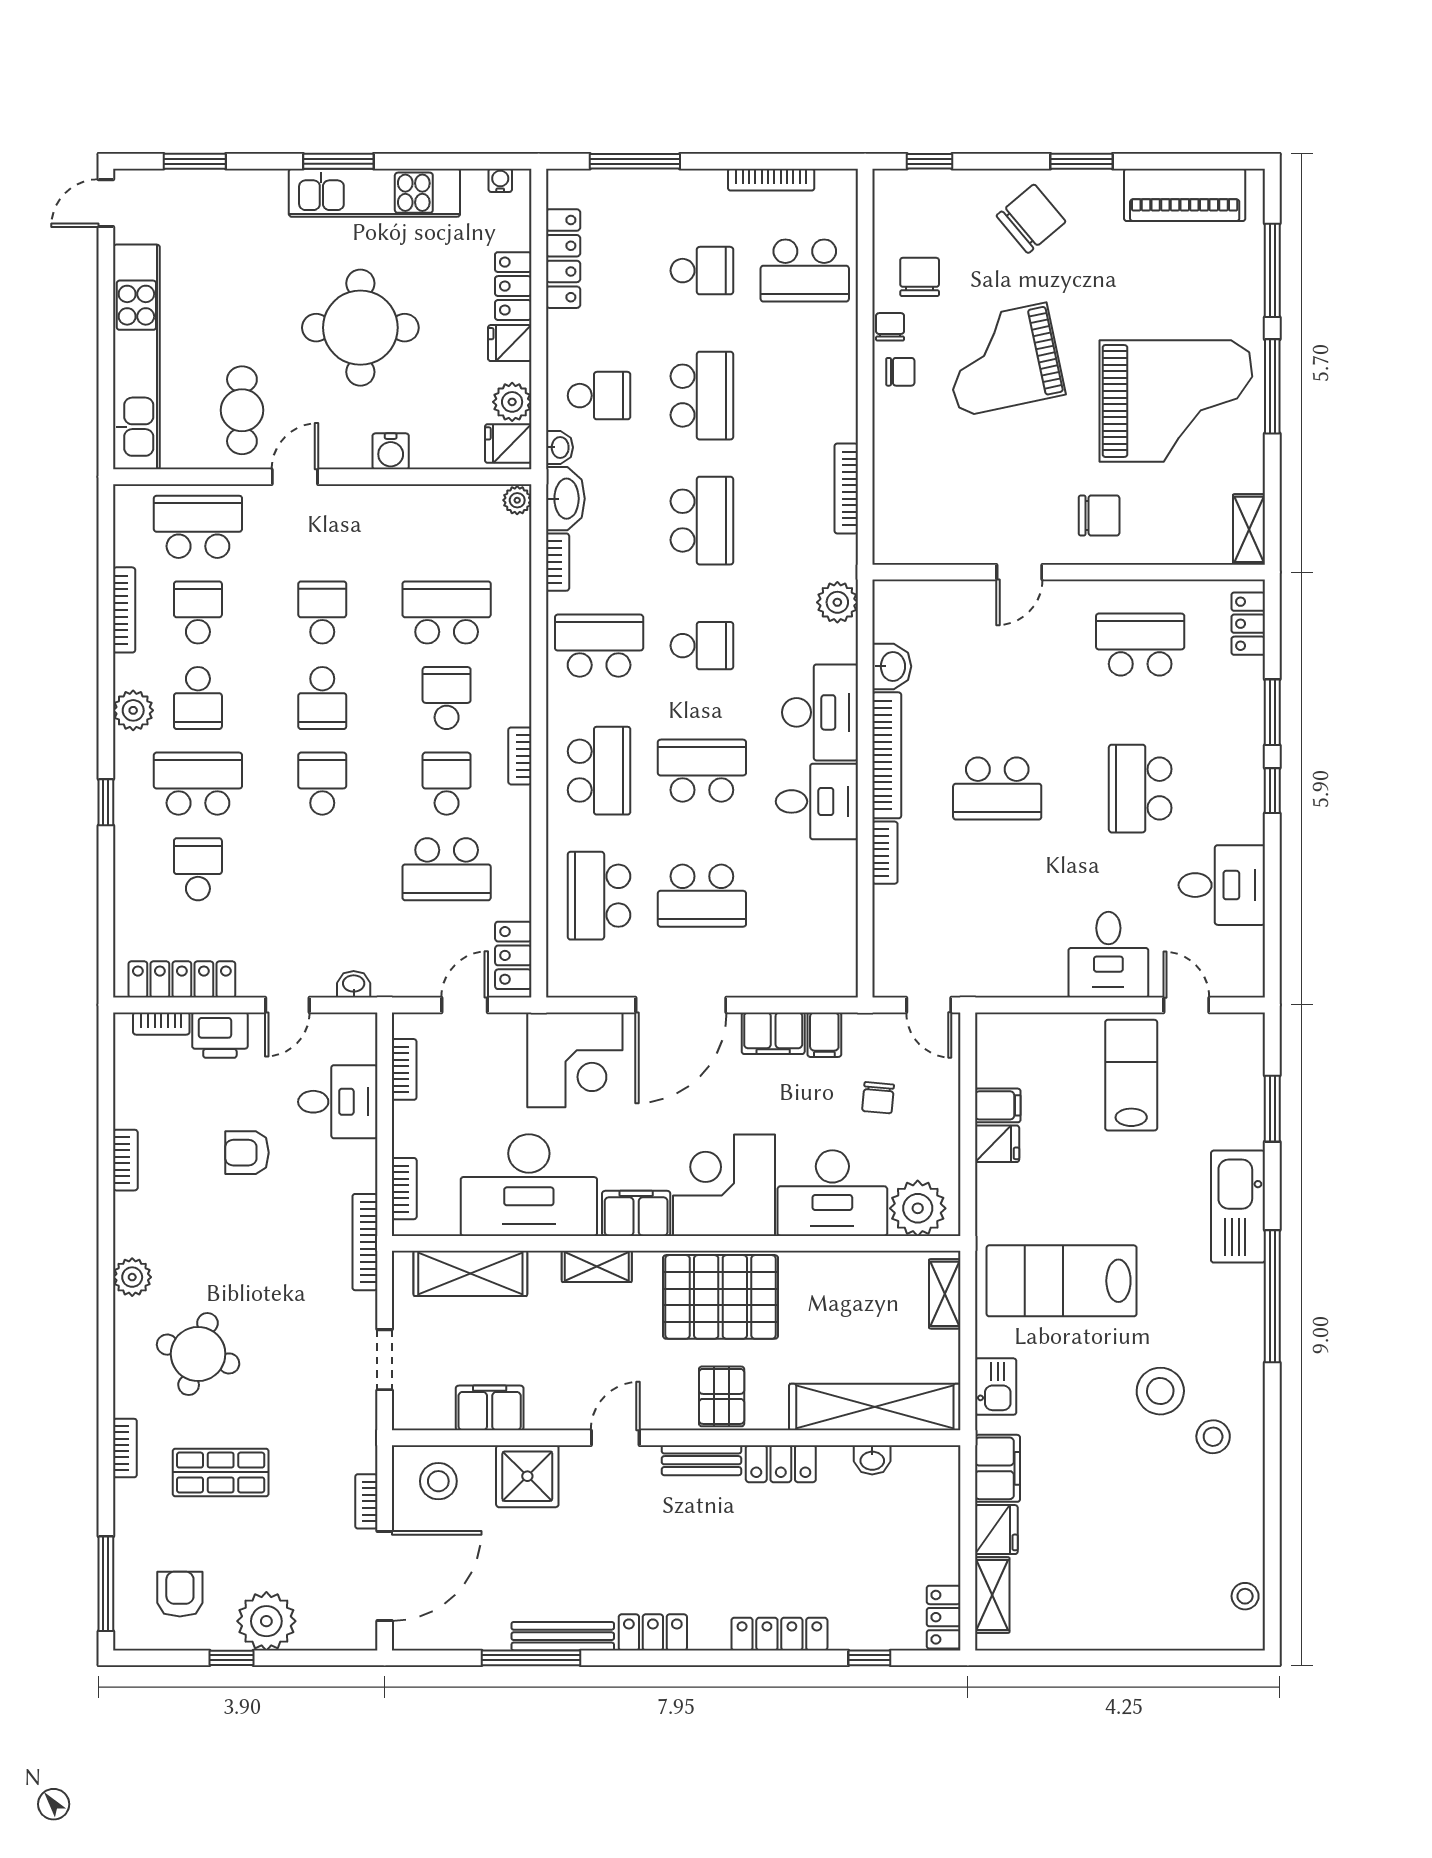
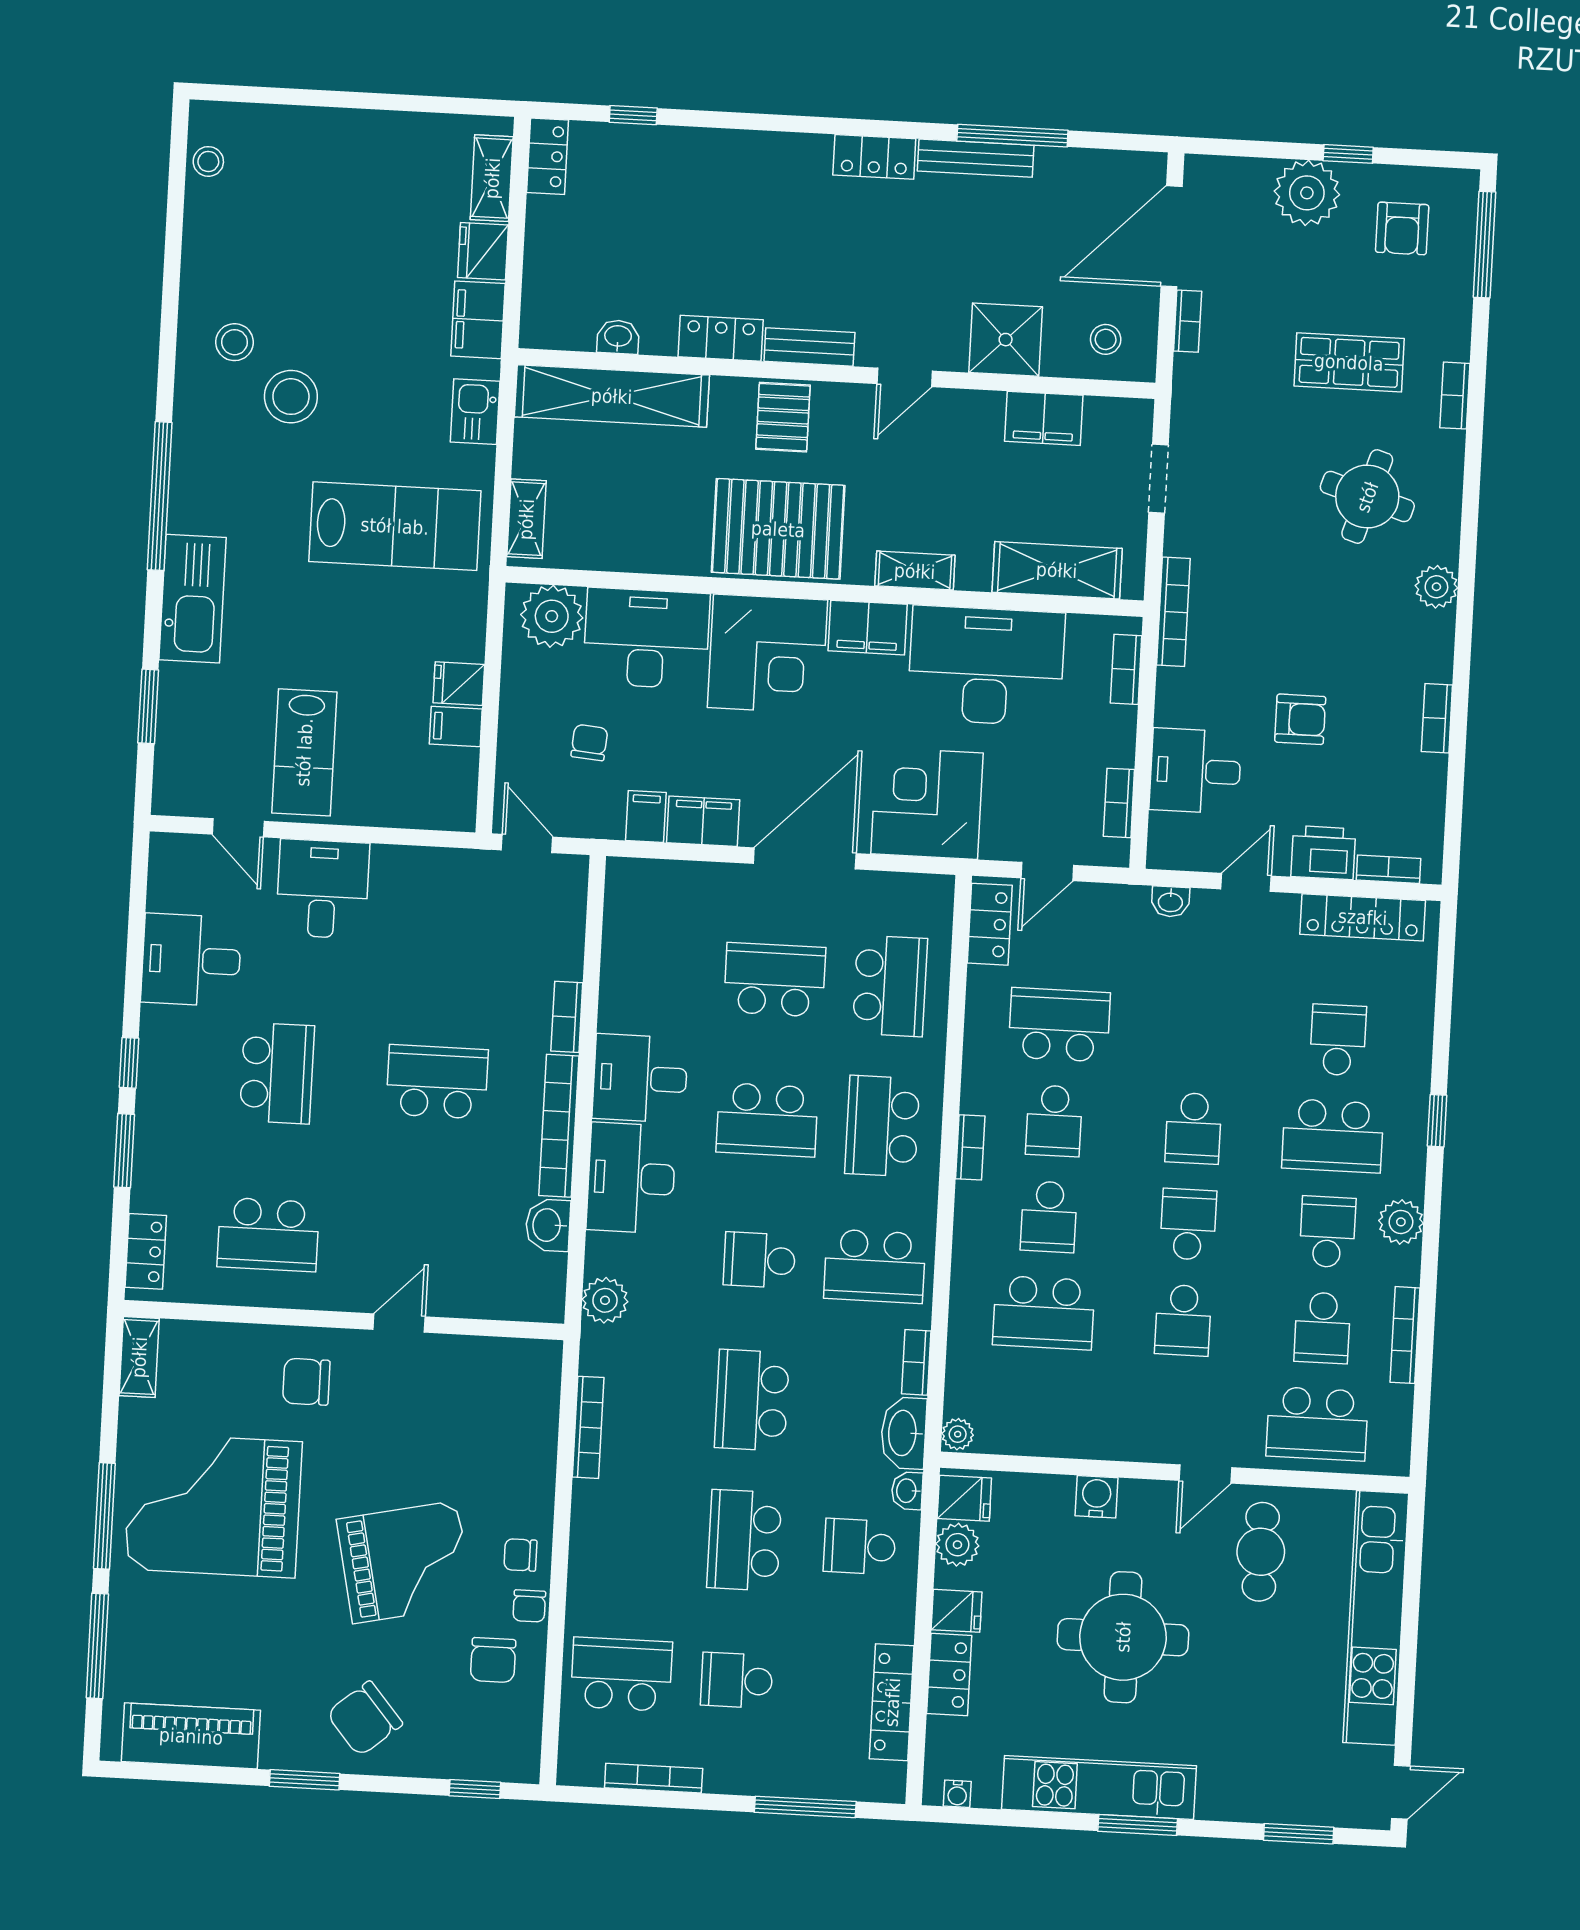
school desk: (198, 869) -> (1338, 1040), turned 180
stool: (438, 1481) -> (1106, 339), width x0.73, depth x0.73
locker: (779, 1634) -> (733, 147), removed

